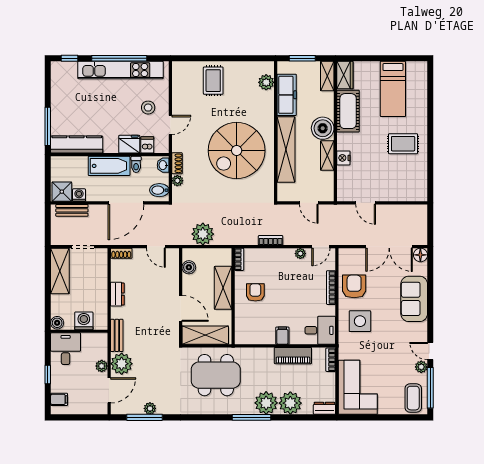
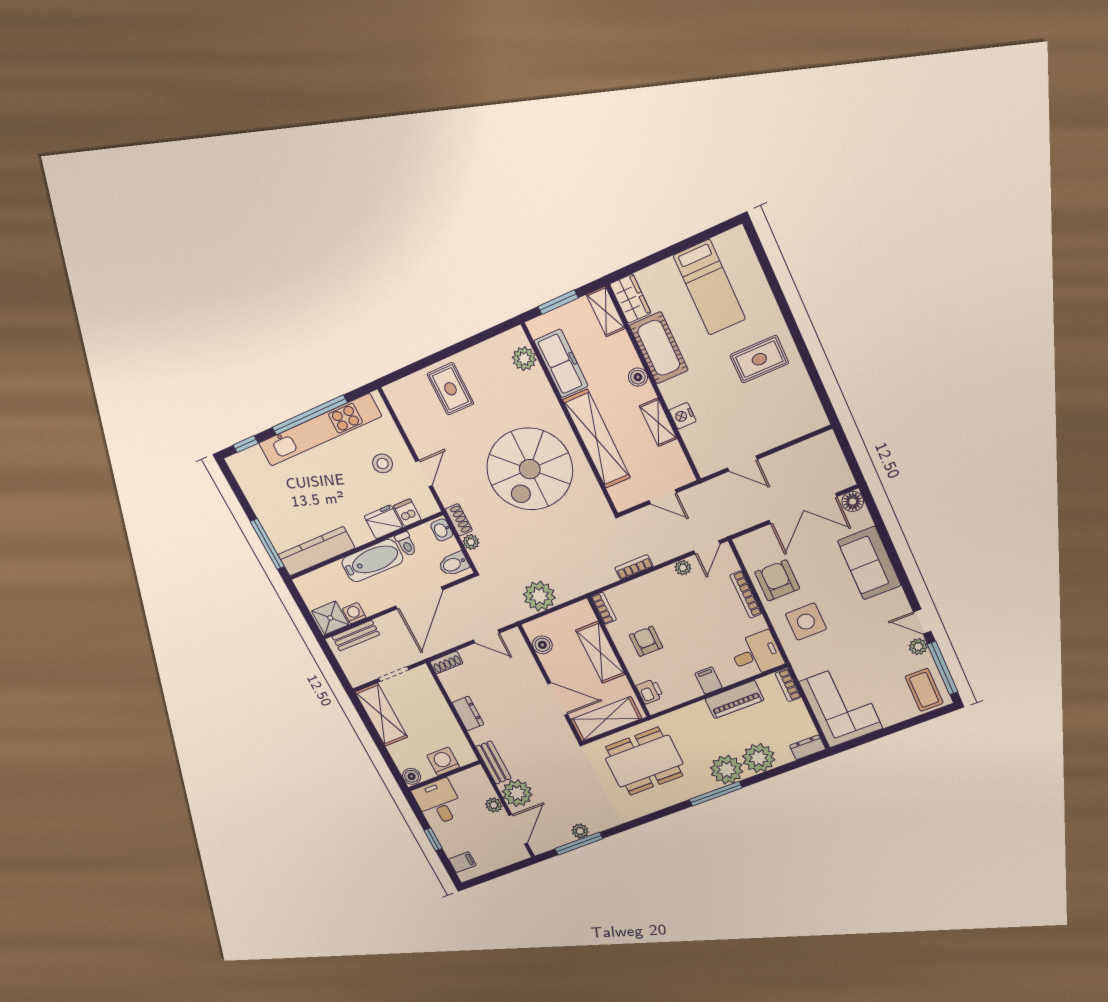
boiler: (323, 128) -> (638, 377), width x0.54, depth x0.54
printer: (242, 328) -> (650, 692), added

